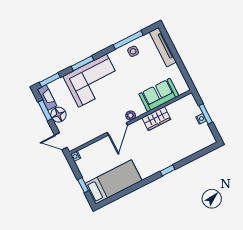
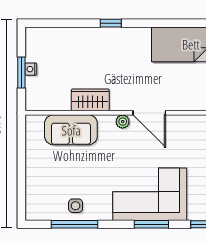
tv unit: (163, 47) -> (33, 191), removed
door: (117, 129) -> (149, 113), swing flipped

